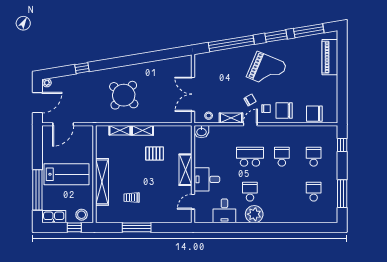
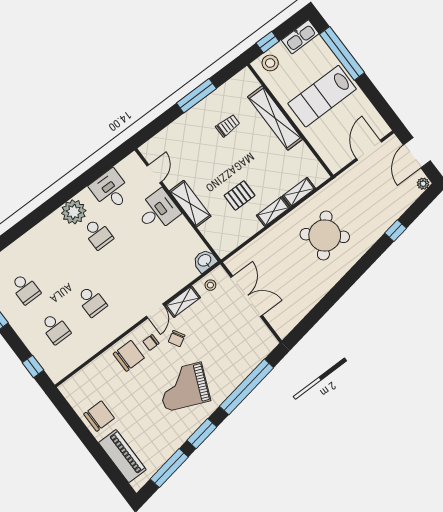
chair: (314, 114) -> (99, 416), moved
school desk: (250, 157) -> (128, 274), removed

